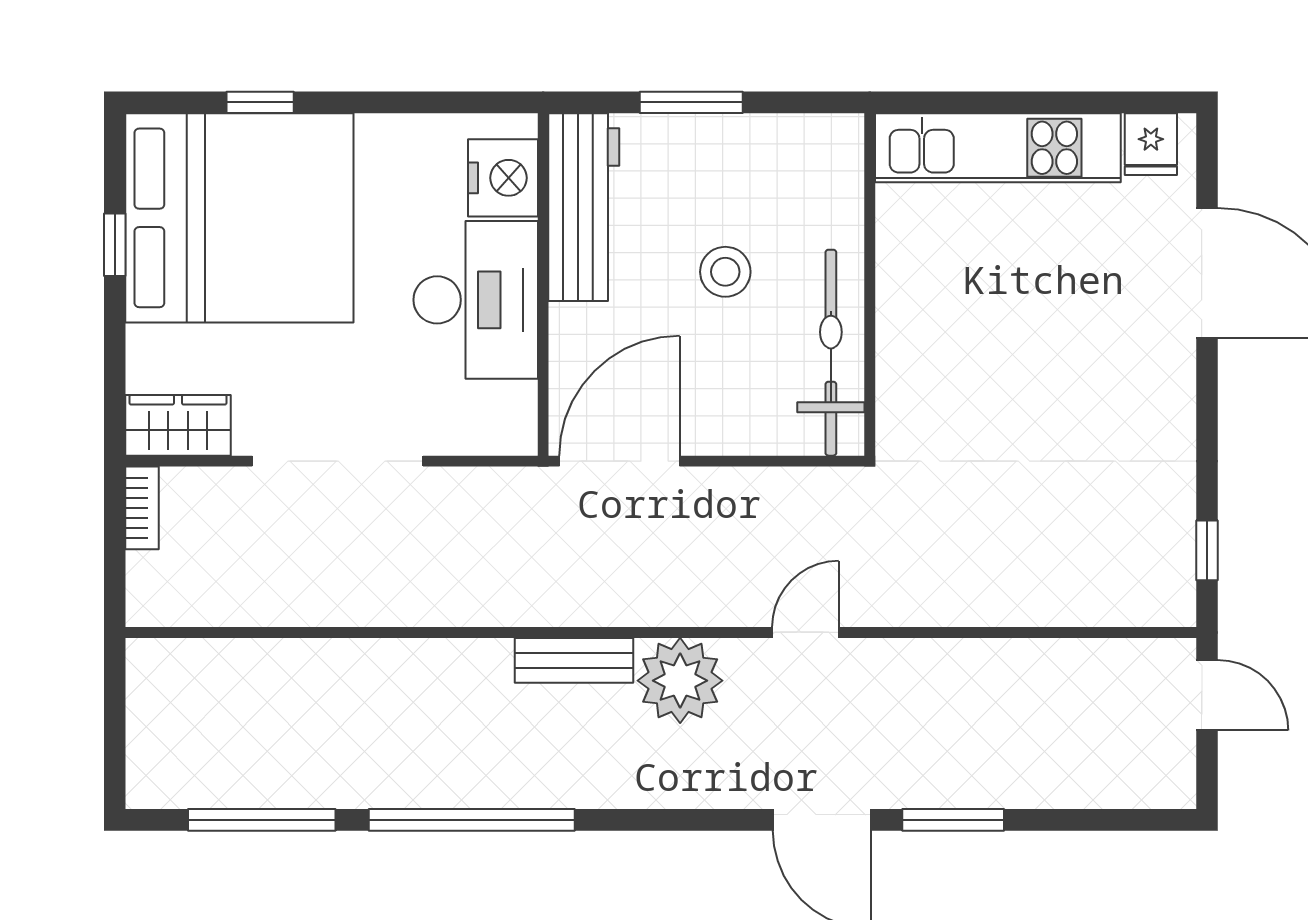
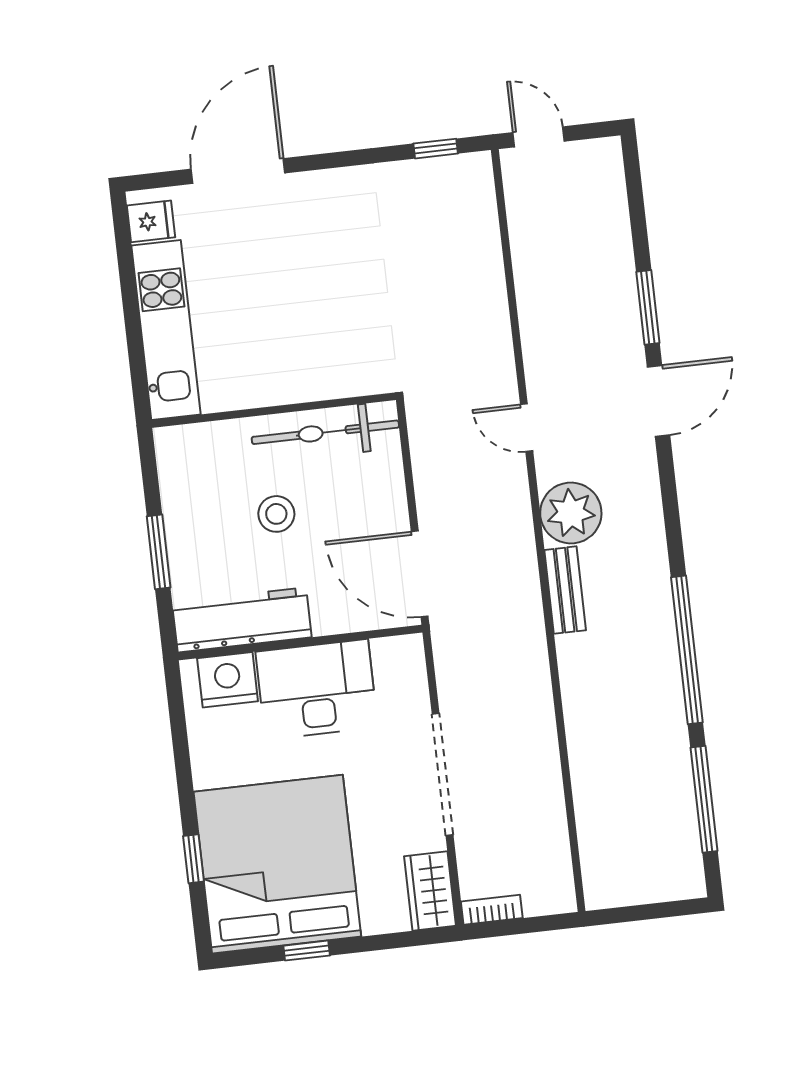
door: (1207, 695) -> (539, 137), hinge flipped

